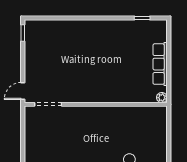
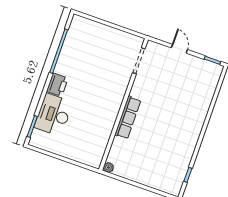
row of seats: (160, 64) -> (128, 118), moved, turned 90
door: (23, 91) -> (179, 49), moved

